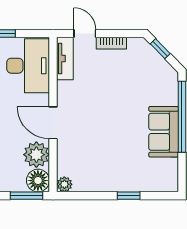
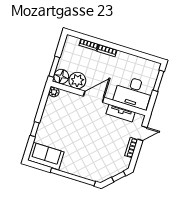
tv unit: (65, 59) -> (121, 113), moved
sofa: (164, 132) -> (46, 156), moved

